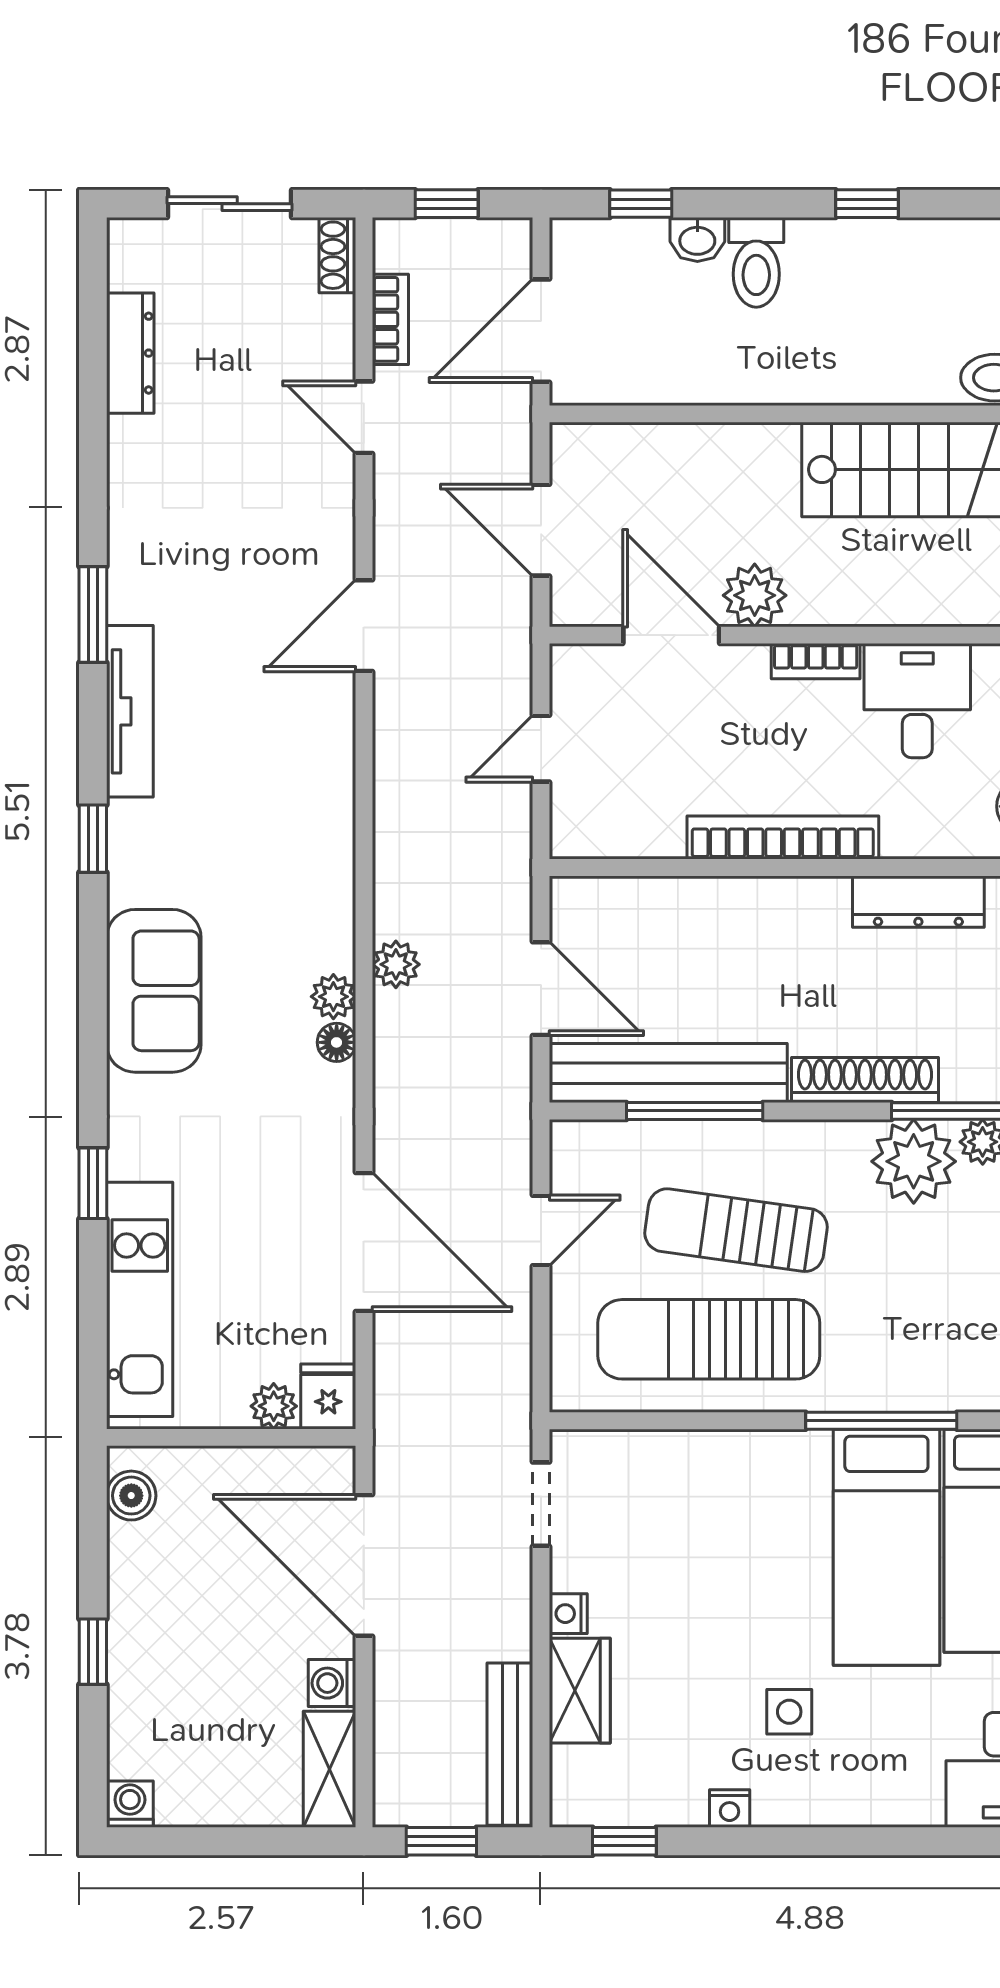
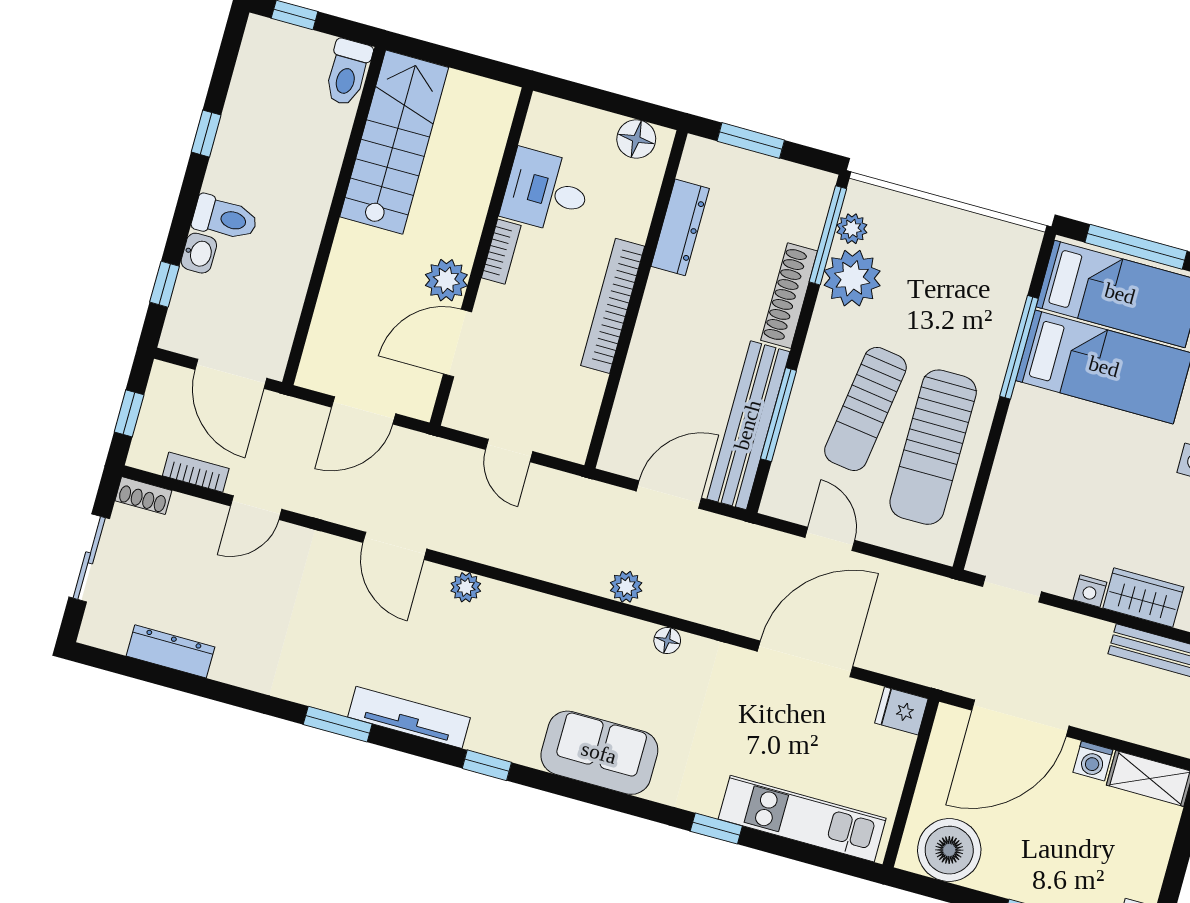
plant: (333, 997) -> (466, 587), moved
plant: (274, 1406) -> (898, 749), removed
boiler: (131, 1496) -> (949, 850), width x1.86, depth x1.86

